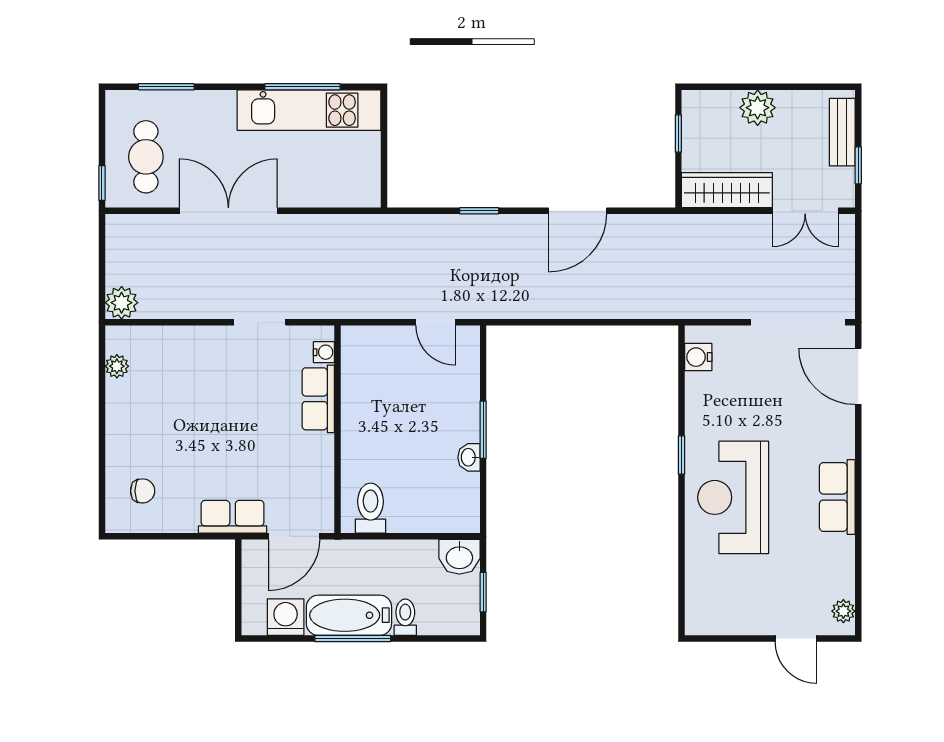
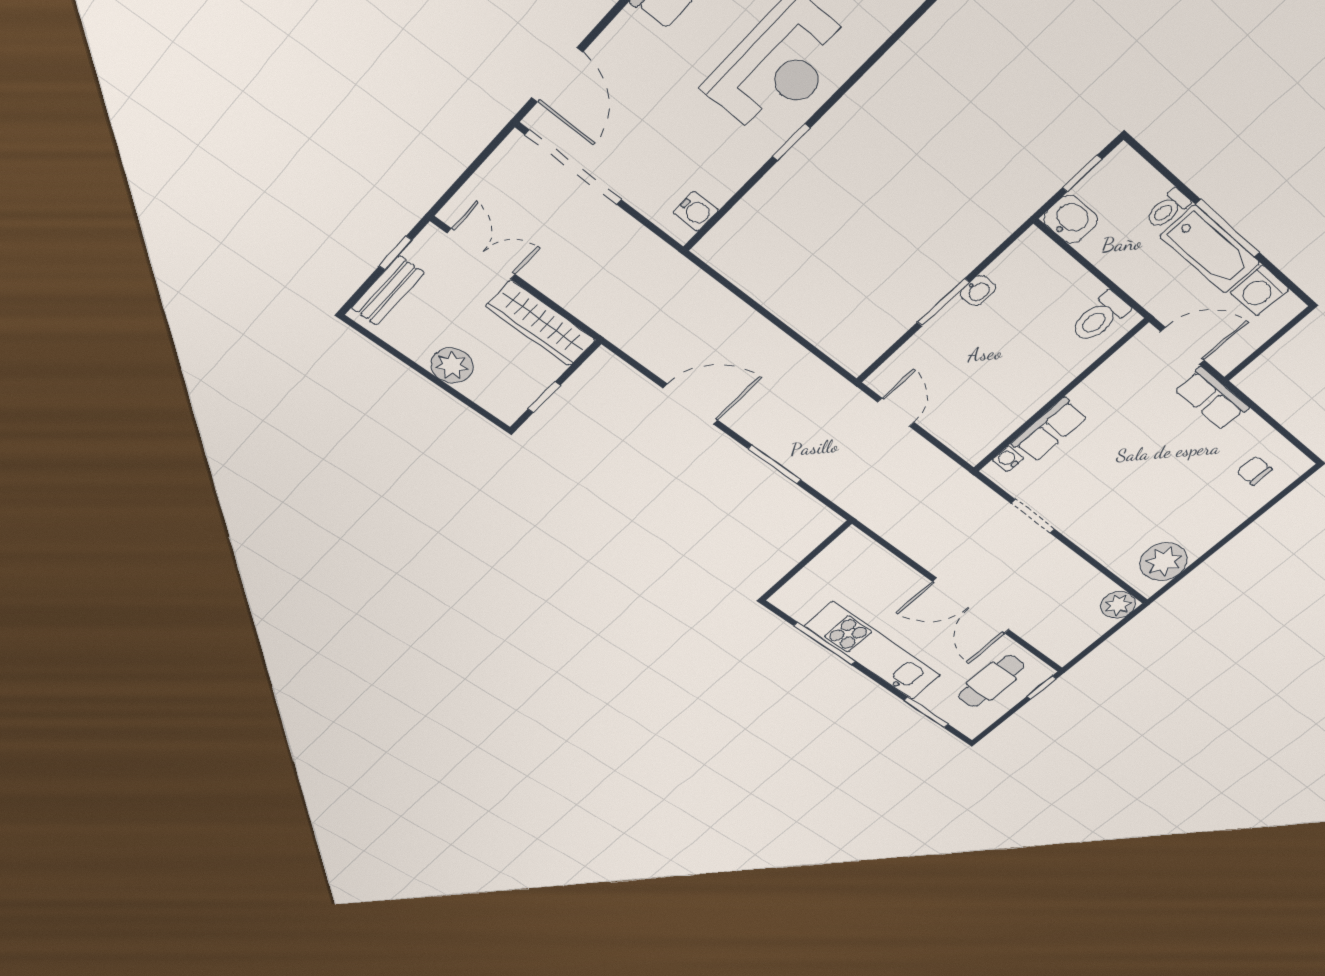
kitchen unit: (309, 110) -> (873, 651), moved
window: (479, 211) -> (774, 464), width x1.50
plant: (117, 366) -> (1164, 562), width x1.87, depth x1.87

